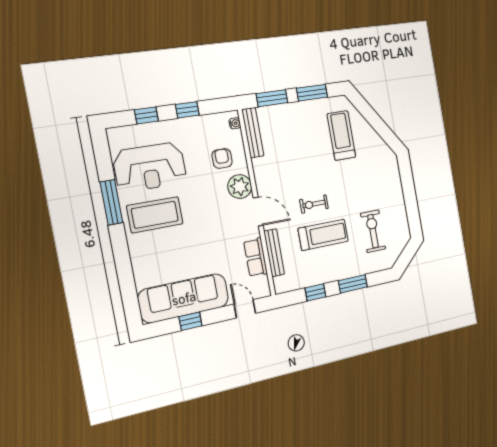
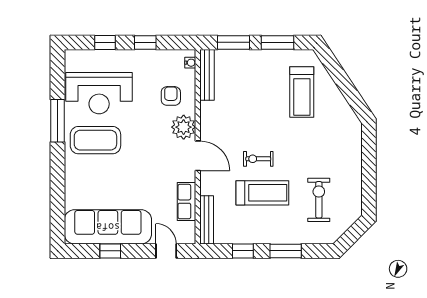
treadmill: (341, 135) -> (302, 92), turned 180
bench: (274, 253) -> (207, 220), moved

